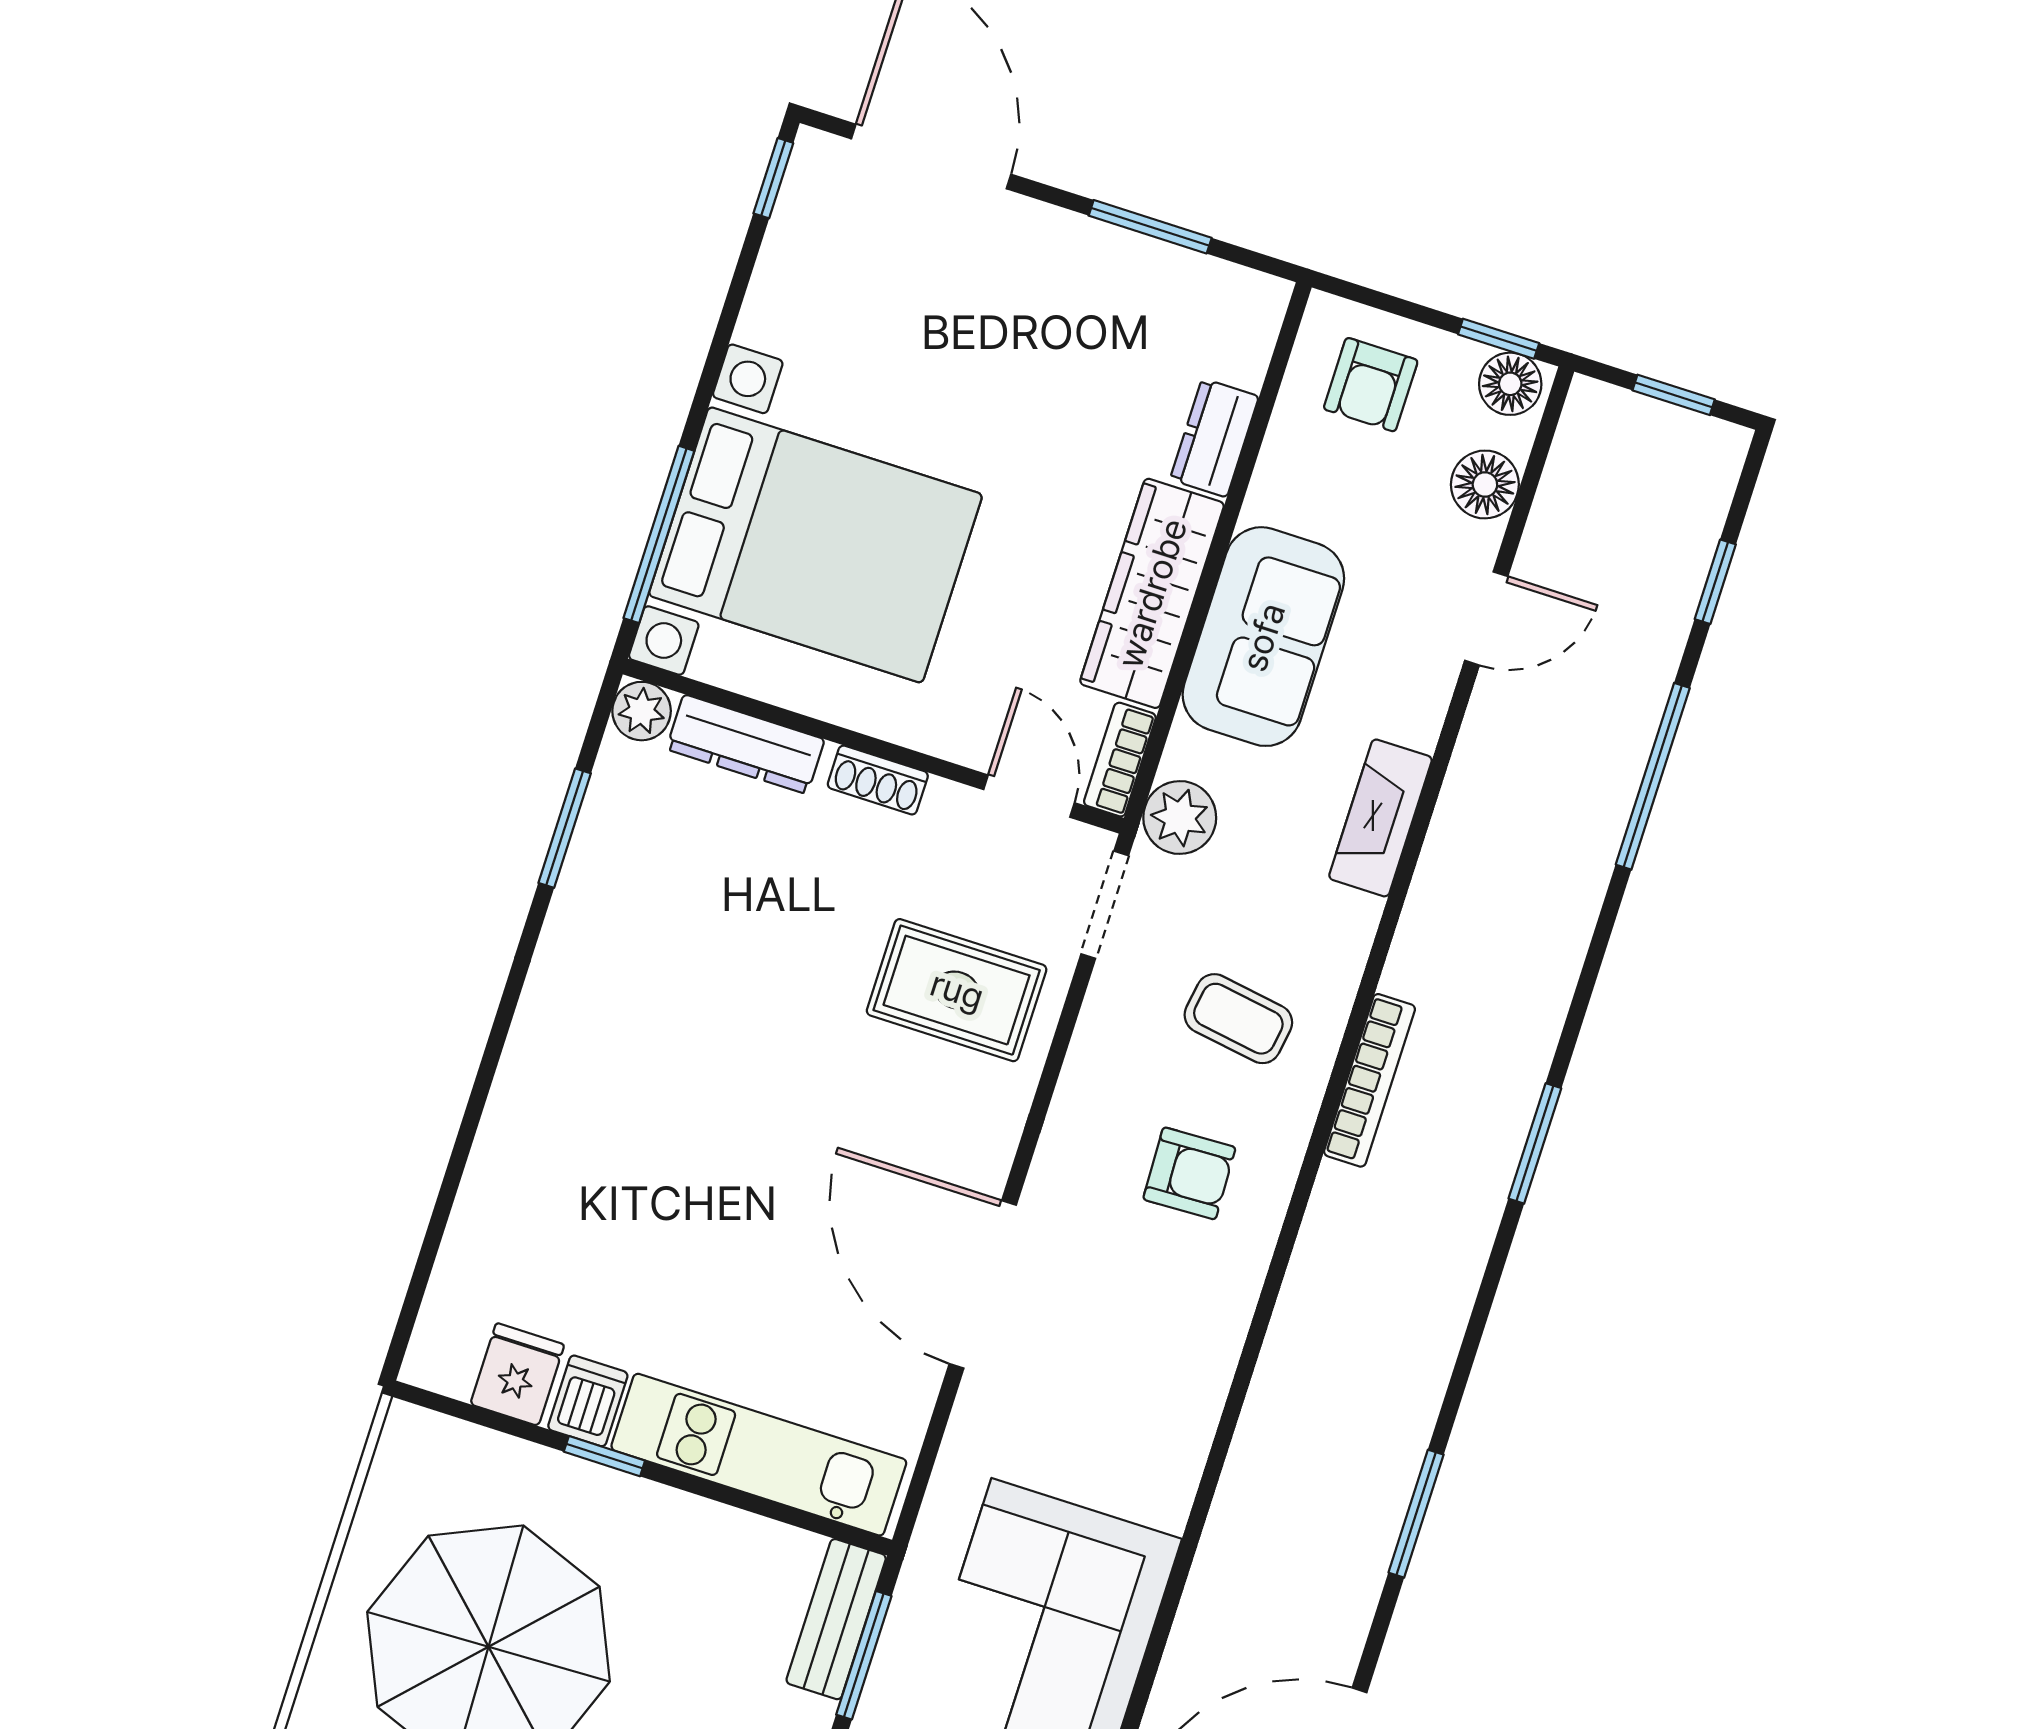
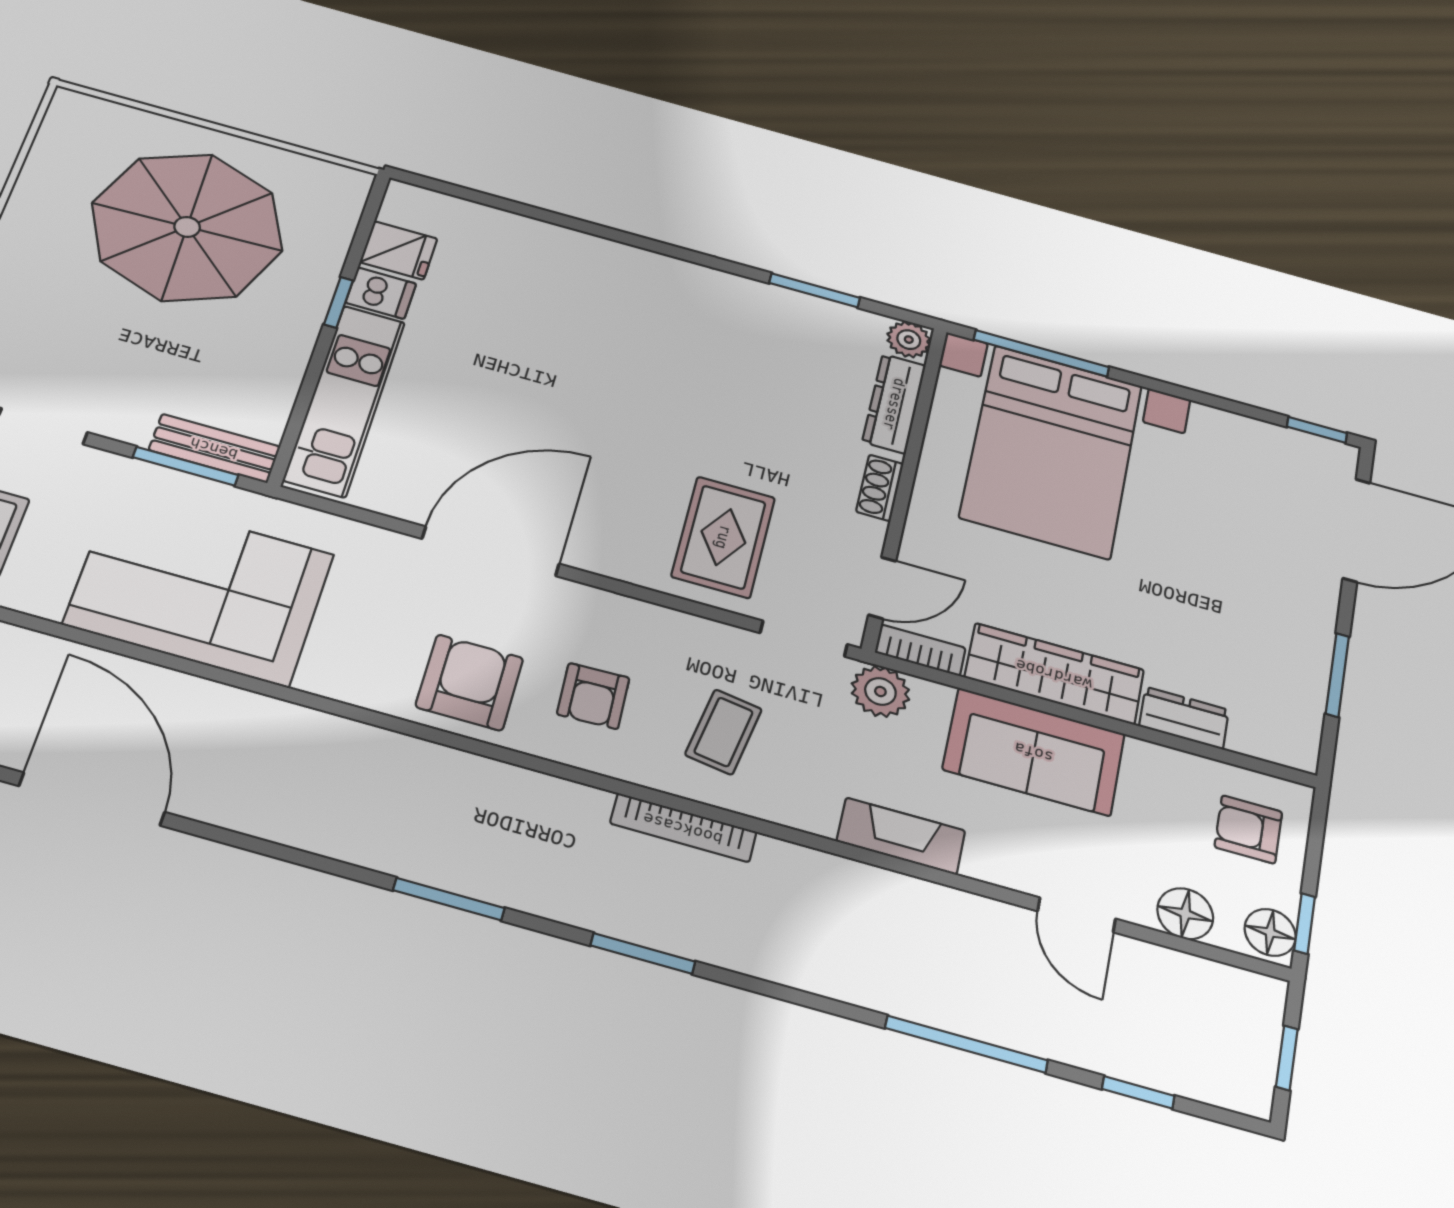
armchair: (1172, 1322) -> (470, 682), added
window: (1416, 1514) -> (449, 899), moved

